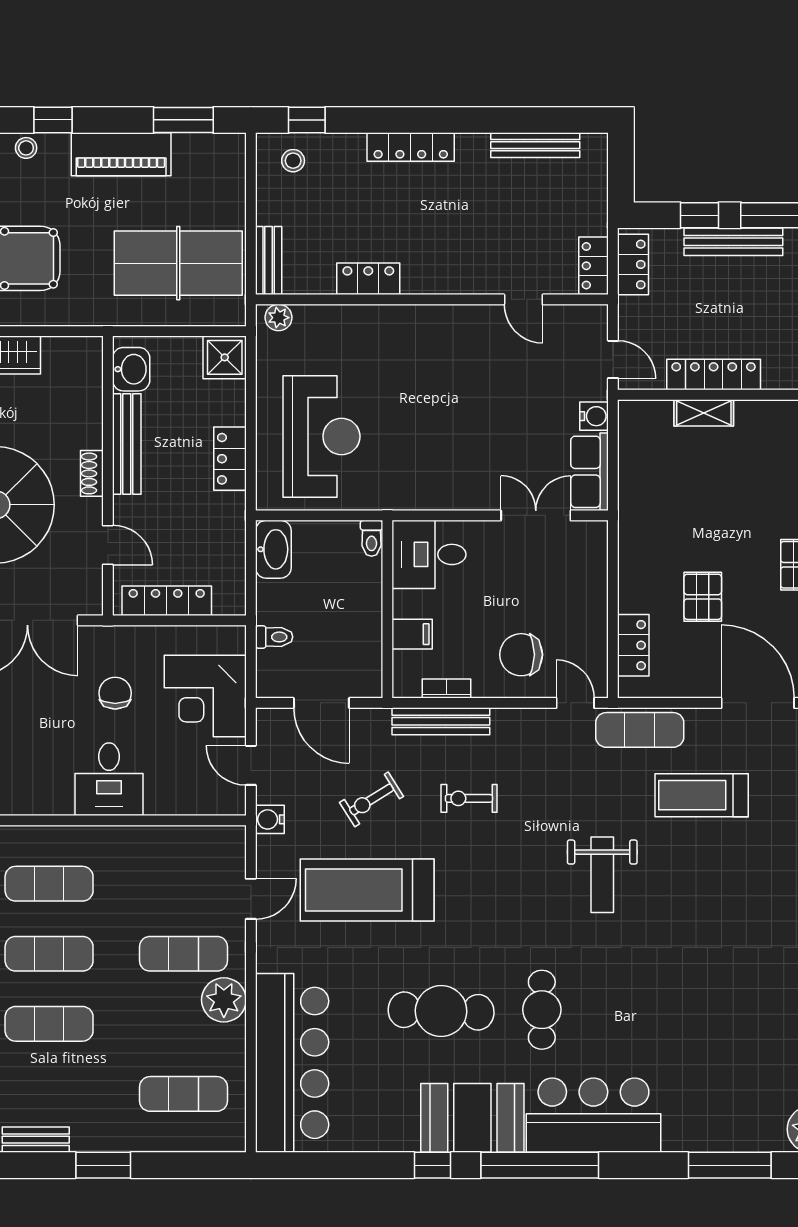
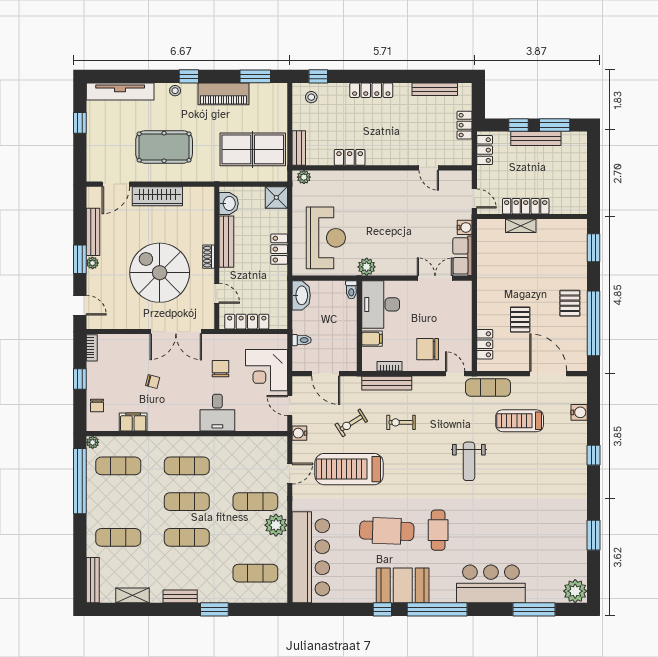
locker: (594, 266) -> (465, 125), moved
plant: (401, 493) -> (367, 267), added
desk: (429, 554) -> (381, 304), width x1.37
bar counter: (593, 1115) -> (491, 584), moved

